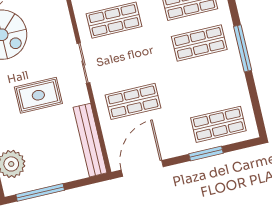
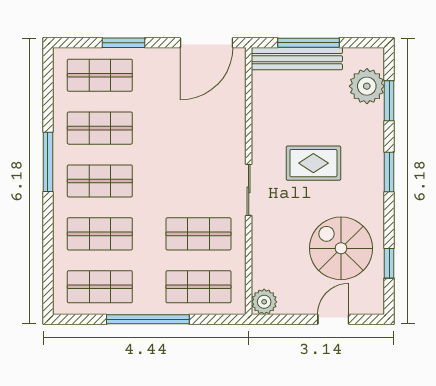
shop shelf: (133, 101) -> (100, 128), moved
bench: (90, 140) -> (297, 59), moved, turned 90
window: (40, 192) -> (308, 43), moved

